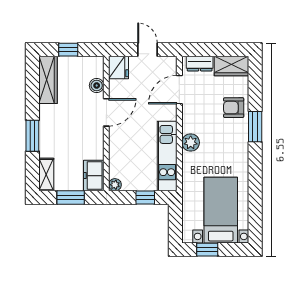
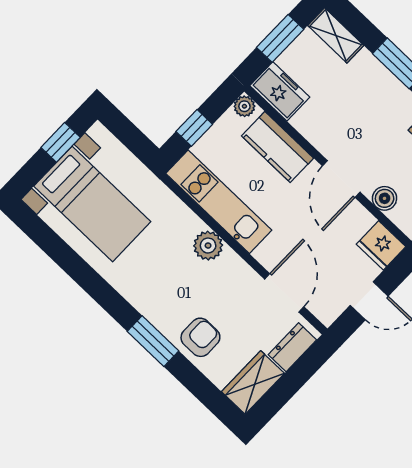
kitchen counter: (119, 153) -> (278, 147), added

